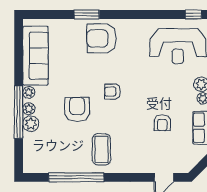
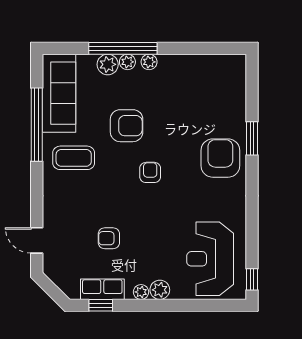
sofa: (35, 56) -> (59, 93), moved, turned -90

